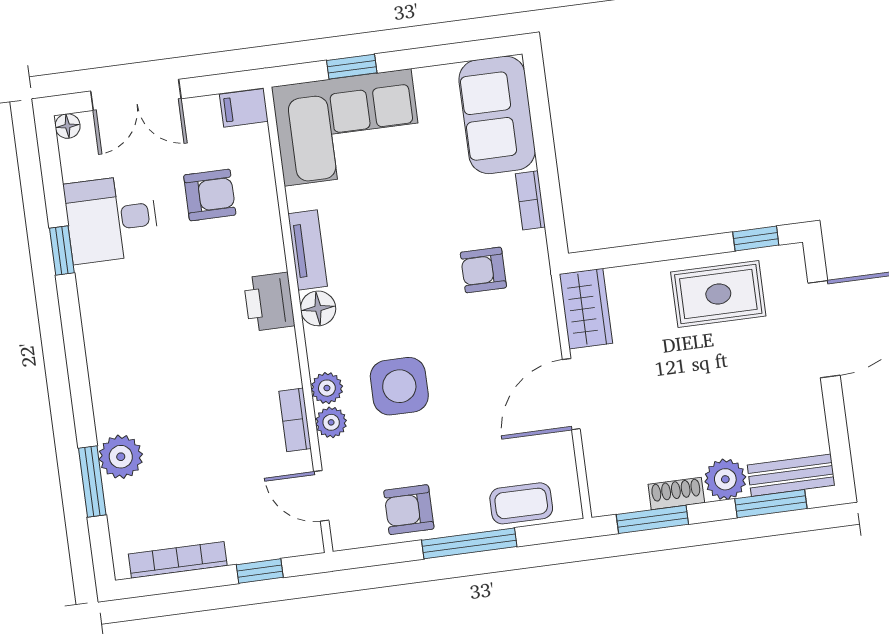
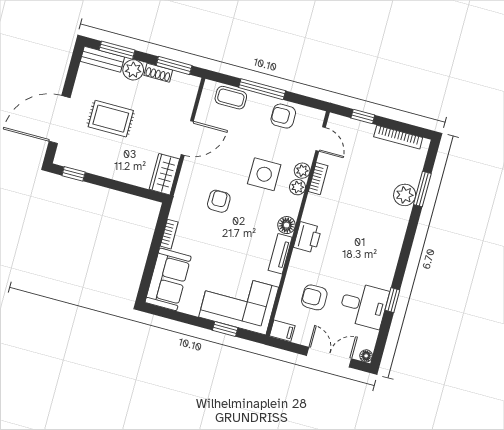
armchair: (483, 270) -> (219, 201), moved, turned -90
rug: (718, 294) -> (111, 119), moved
armchair: (409, 510) -> (283, 116), turned 180

